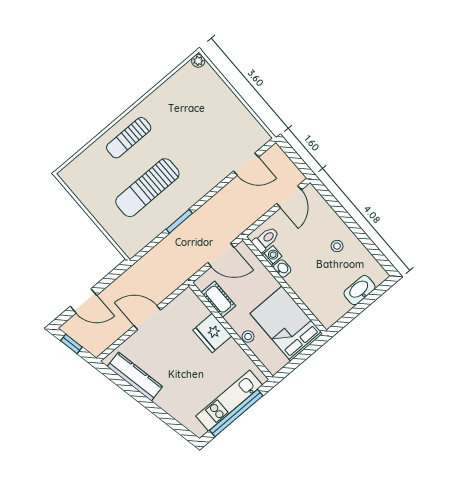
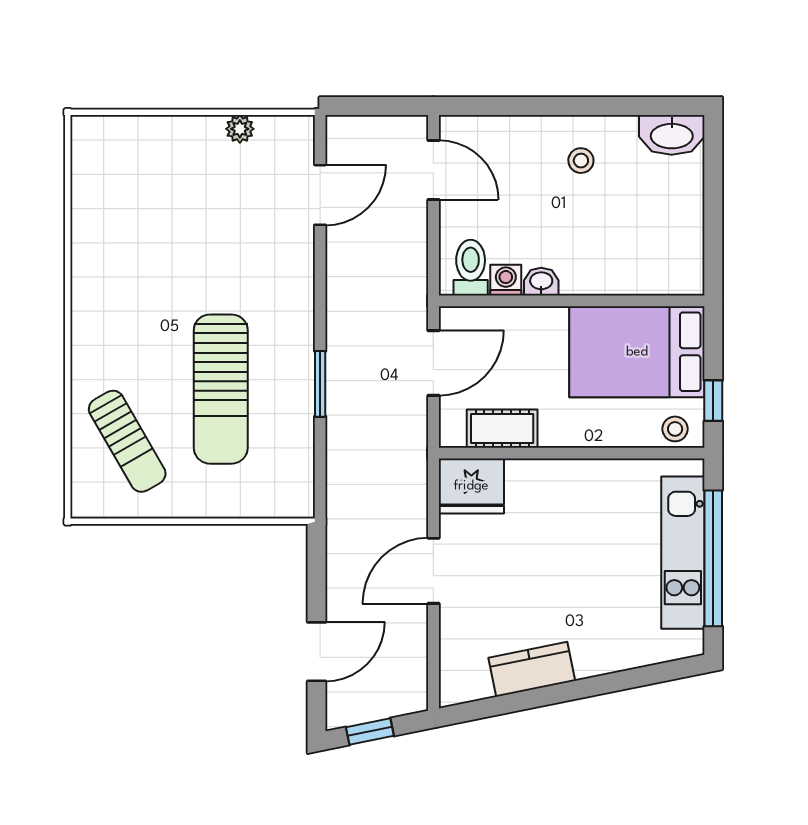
plant: (198, 61) -> (240, 129), moved
sun lounger: (129, 138) -> (127, 441), moved, turned -30
washbasin: (360, 290) -> (672, 135), moved, turned -90
fridge: (212, 333) -> (471, 486), moved
stool: (248, 337) -> (675, 429), moved
window: (292, 365) -> (713, 401), added
kitchen counter: (135, 377) -> (532, 669), width x0.67

